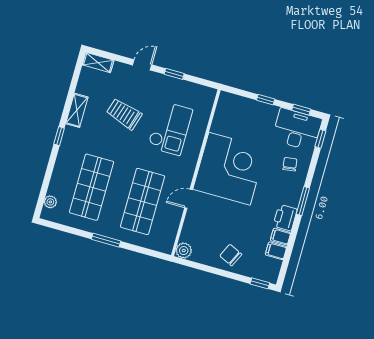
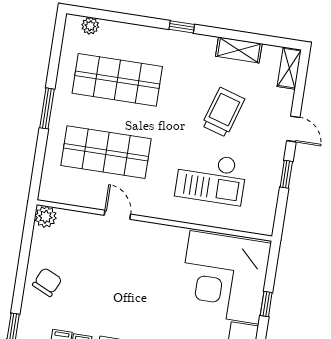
shelving: (77, 110) -> (239, 50), moved
corner desk: (229, 169) -> (224, 277), moved, turned 90

